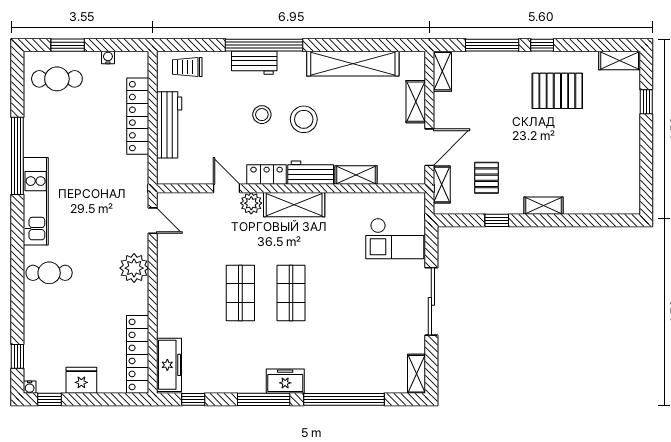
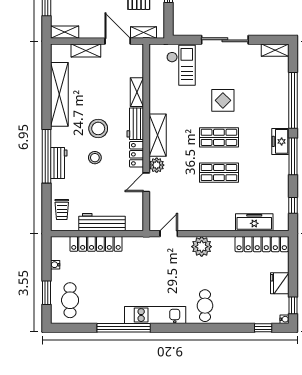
display table: (344, 299) -> (223, 100), added
freezer: (169, 365) -> (254, 222), moved

